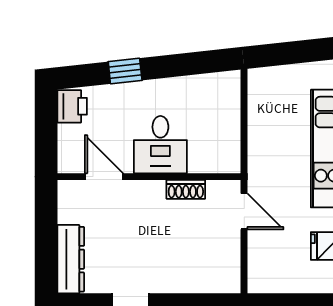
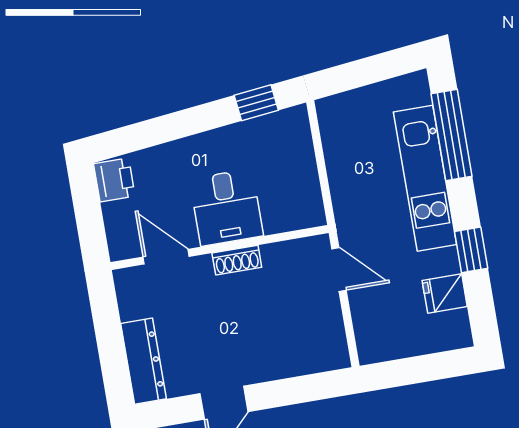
window: (125, 71) -> (256, 103), moved
shoe rack: (186, 189) -> (237, 260), moved

